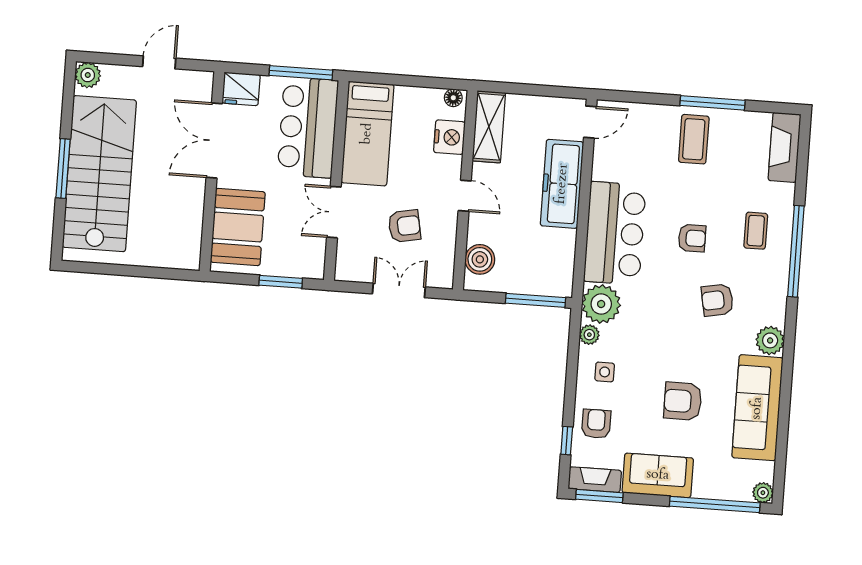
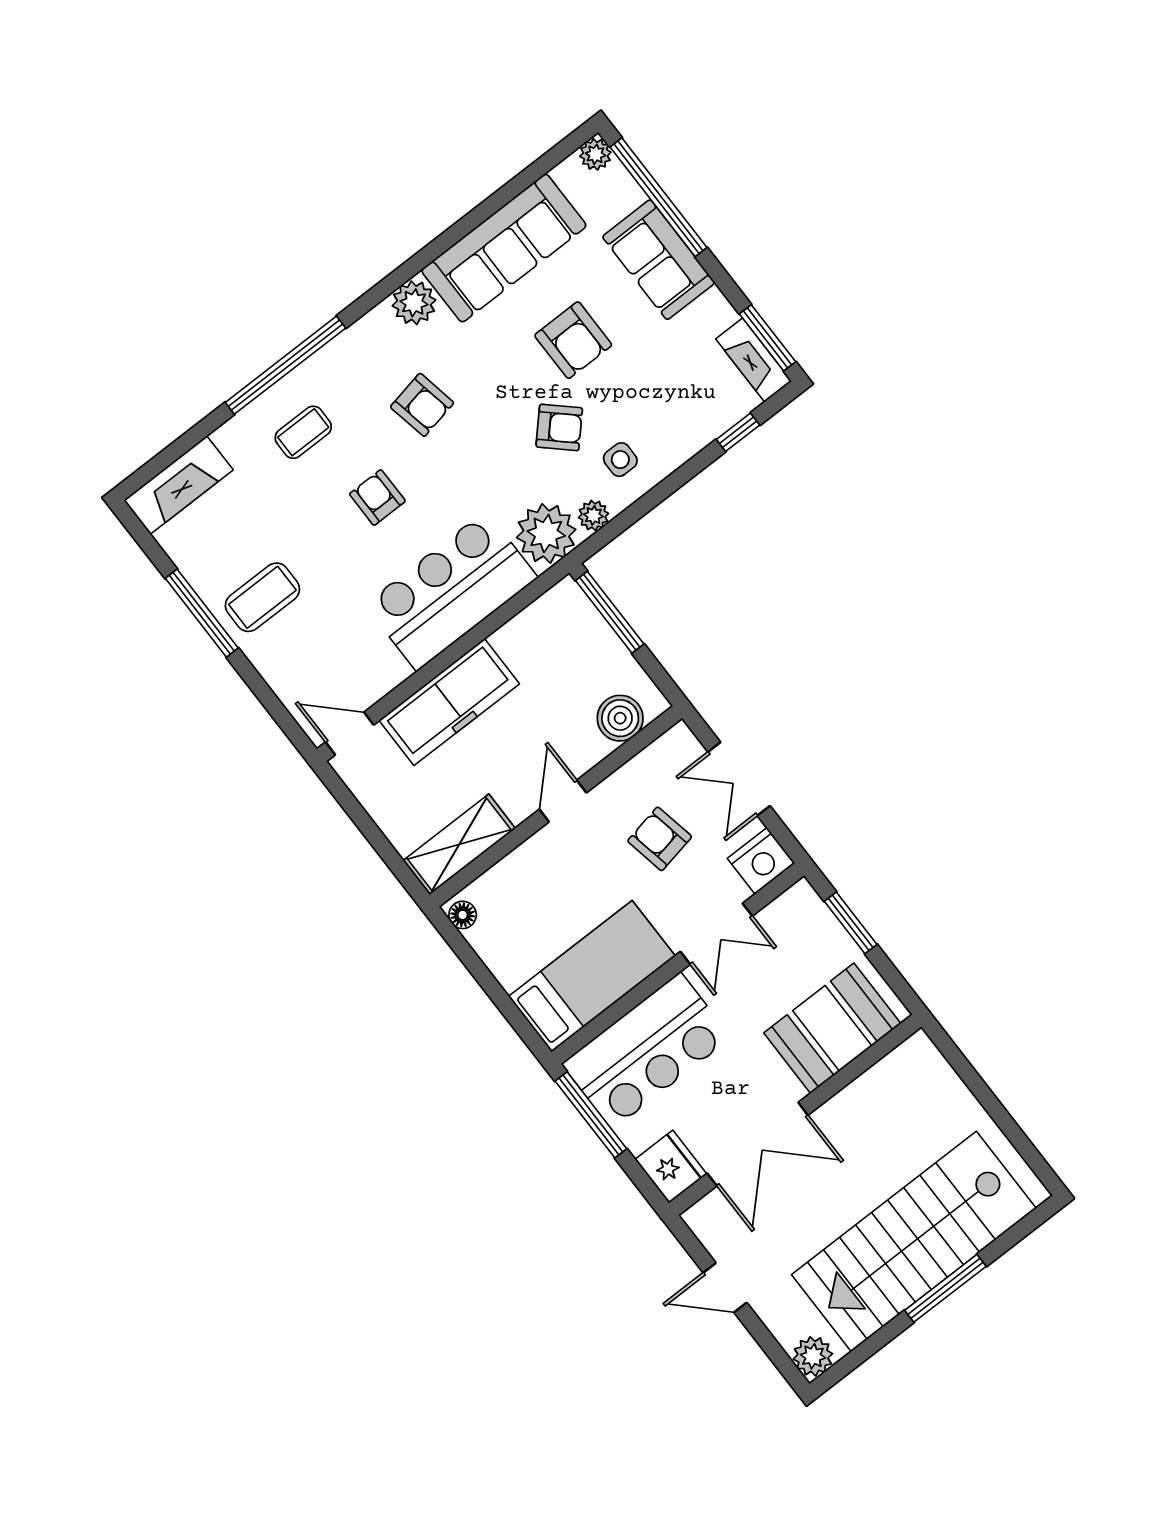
nightstand: (449, 137) -> (761, 861), moved, turned 180
armchair: (596, 424) -> (559, 427), moved, turned -137
sofa: (658, 475) -> (659, 260), moved

